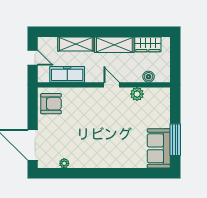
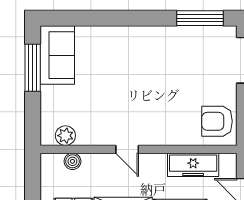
plant: (137, 94) -> (65, 136), moved
plant: (64, 163) -> (197, 33), removed
window: (63, 173) -> (200, 18), added

